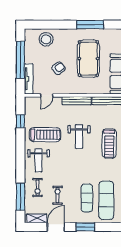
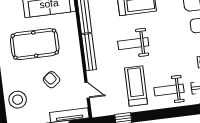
weight bench: (79, 137) -> (133, 44), turned 180
weight bench: (39, 160) -> (169, 90), turned 180

